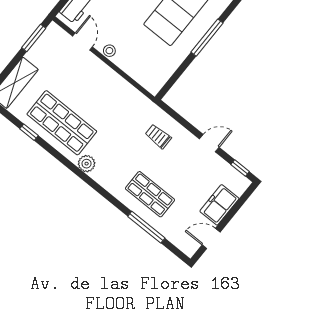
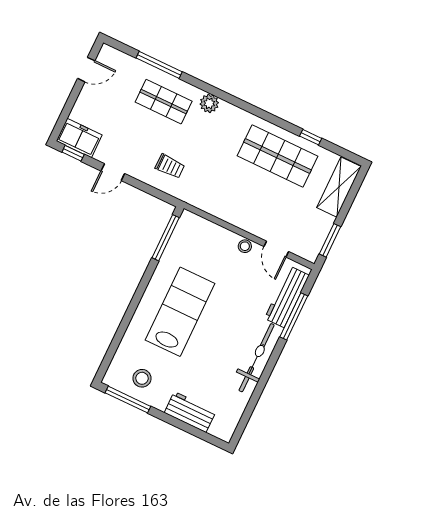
window: (207, 38) -> (166, 238), moved
plant: (87, 164) -> (209, 103), moved
freezer: (219, 205) -> (79, 138), moved, turned -90

